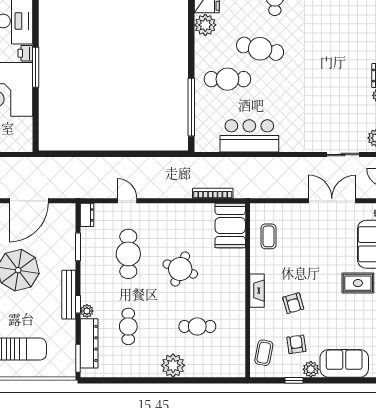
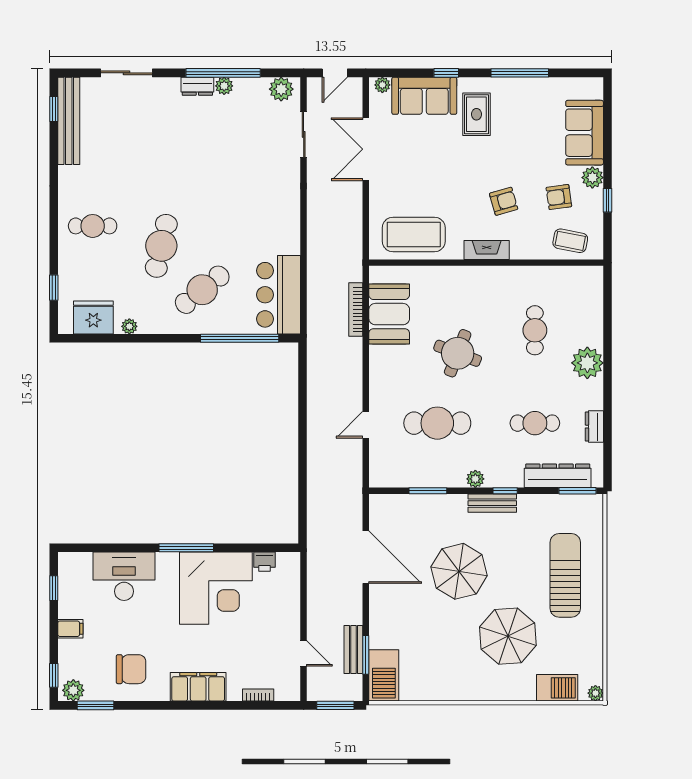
plant: (205, 25) -> (129, 326), width x0.53, depth x0.53
printer: (25, 53) -> (264, 562), moved
cafe table: (227, 79) -> (202, 290), turned 51
bar counter: (249, 136) -> (279, 295), moved
dresser: (87, 215) -> (594, 427), moved, turned -90
booth: (230, 225) -> (389, 314), moved, turned 90
coffee table: (269, 236) -> (414, 234), width x1.86, depth x1.72
bench: (69, 295) -> (492, 503), width x0.73
plant: (87, 311) -> (475, 479), moved

